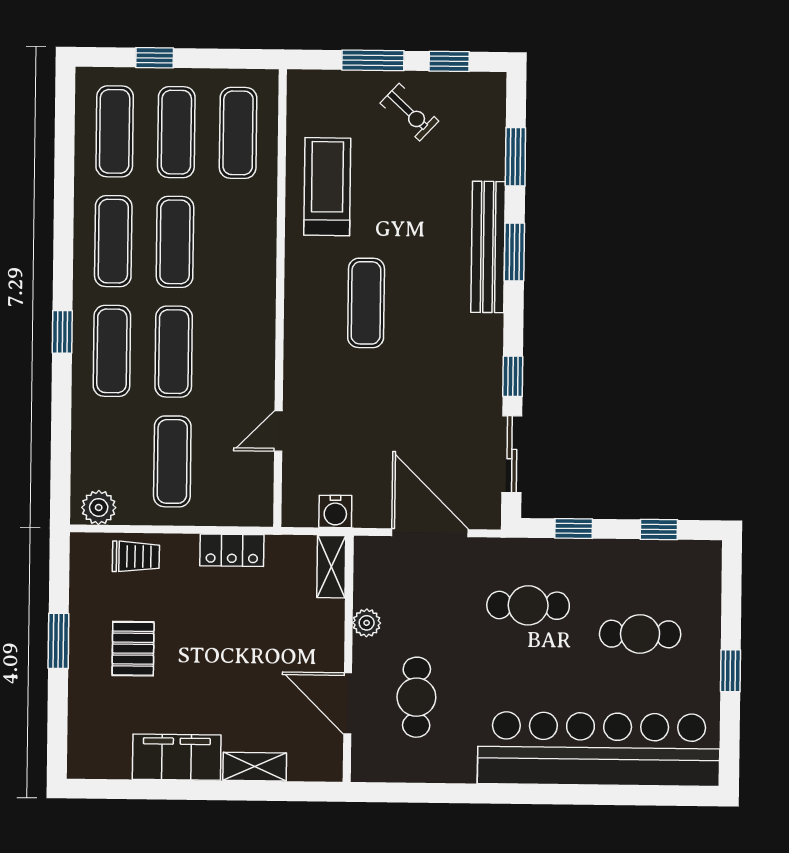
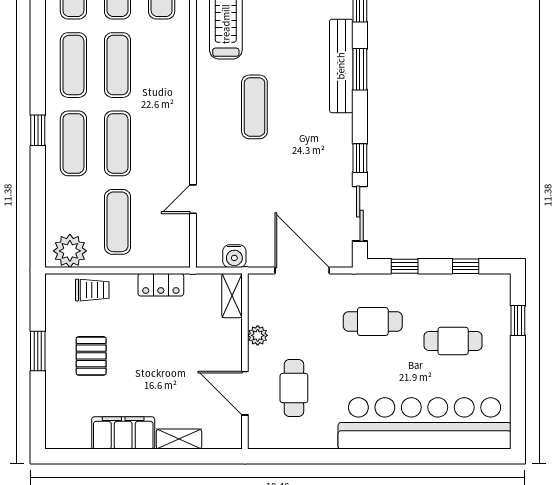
plant: (99, 508) -> (70, 251), width x1.36, depth x1.36
window: (730, 671) -> (518, 321), moved

